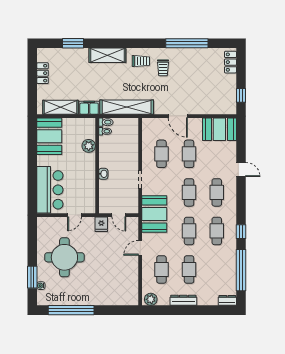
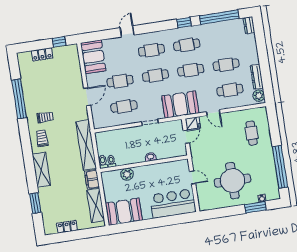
locker: (230, 62) -> (42, 54), moved
fridge: (101, 224) -> (193, 123), moved
cafe table: (112, 285) -> (252, 133), added
dresser: (183, 300) -> (257, 77), moved

